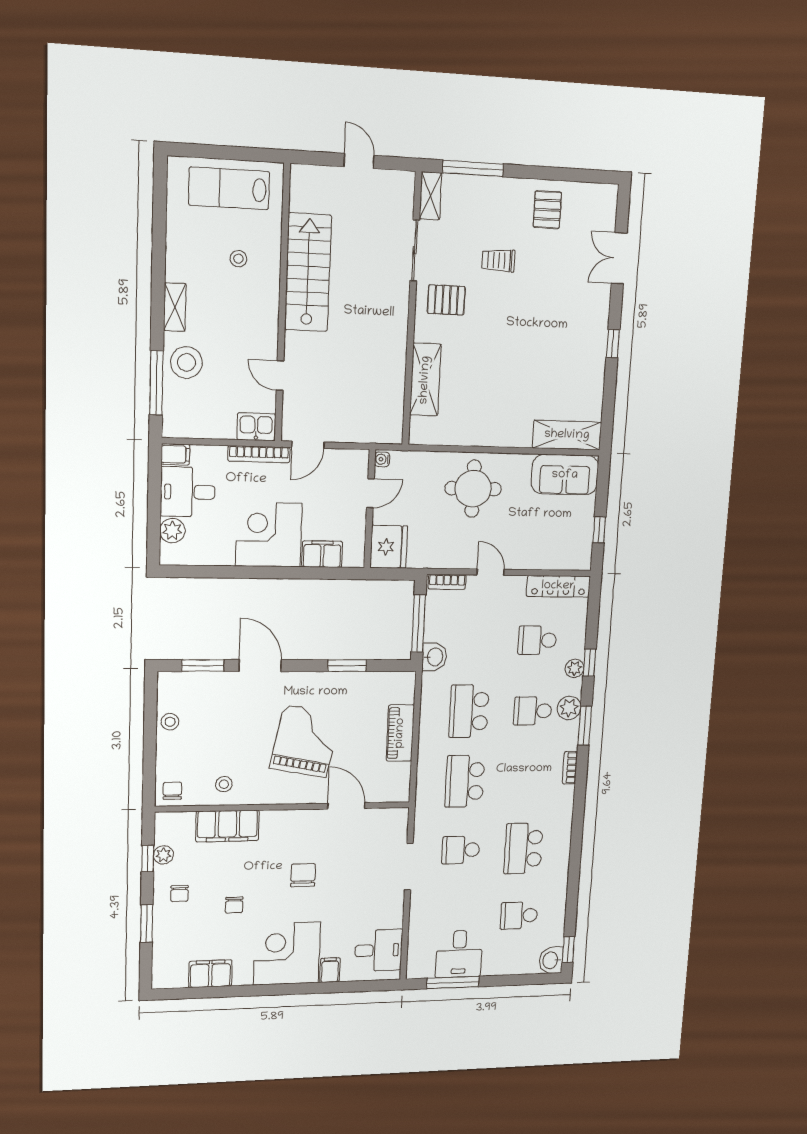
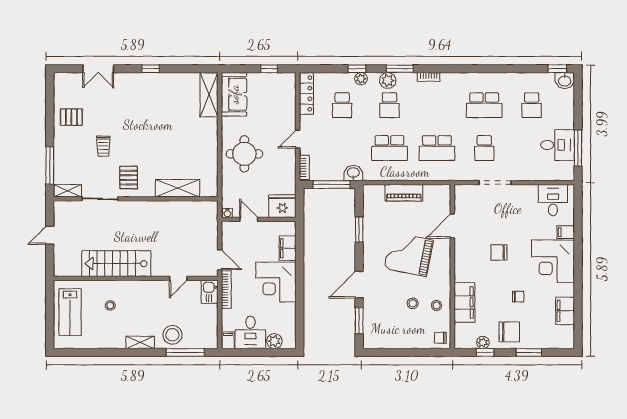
stool: (170, 722) -> (413, 303), moved
chair: (179, 893) -> (509, 332), width x1.87, depth x1.87

